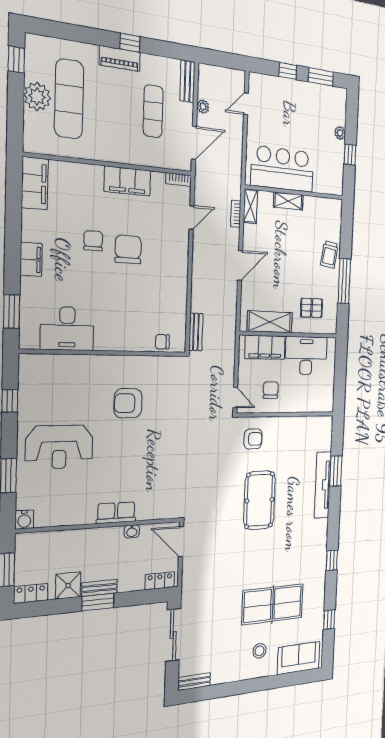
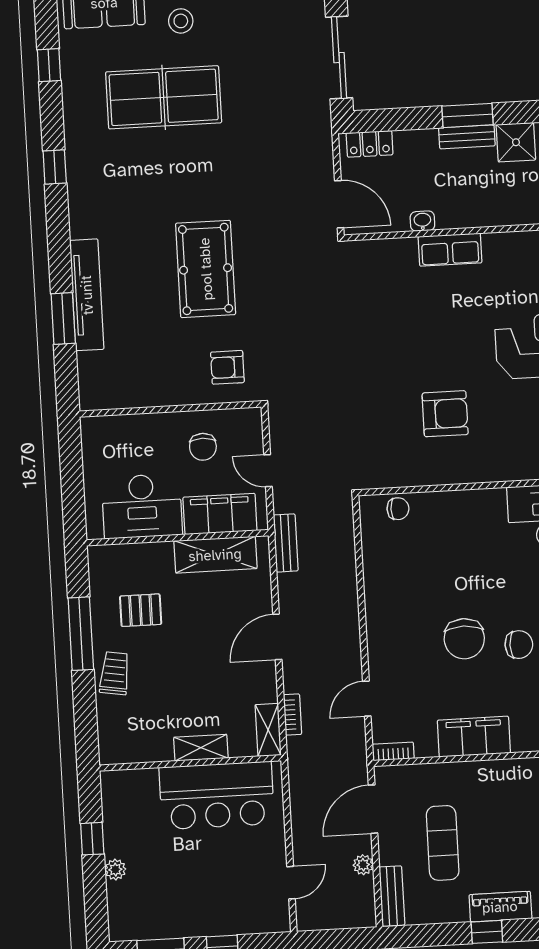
chair: (93, 241) -> (519, 645), turned -90
pallet: (312, 308) -> (141, 610), moved
bench: (196, 332) -> (286, 543), moved
door: (235, 397) -> (268, 471), moved

